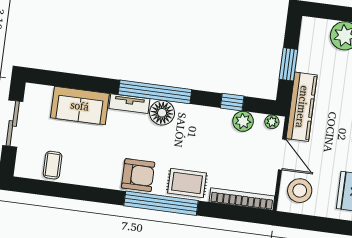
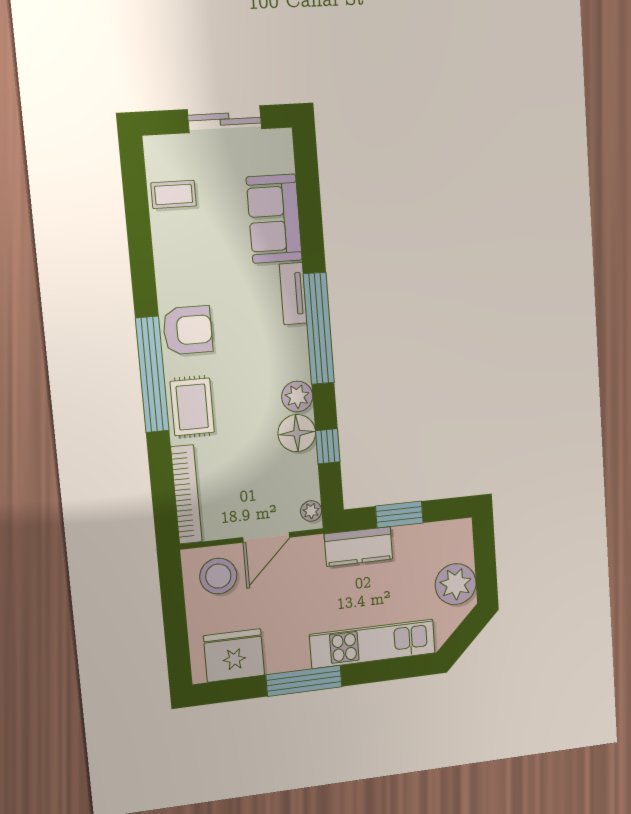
kitchen counter: (302, 107) -> (359, 546), width x0.67
floor lamp: (162, 113) -> (297, 433), moved
plant: (243, 121) -> (297, 397), moved
armchair: (138, 175) -> (188, 330), turned -90

